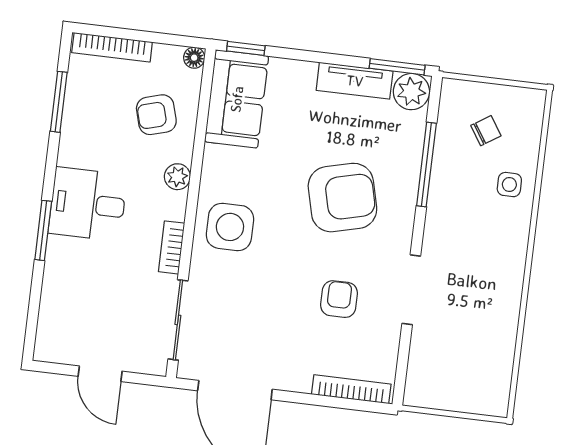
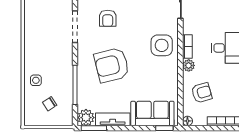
sofa: (237, 99) -> (152, 113), moved, turned 90
bookcase: (172, 247) -> (187, 46), moved

